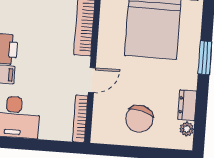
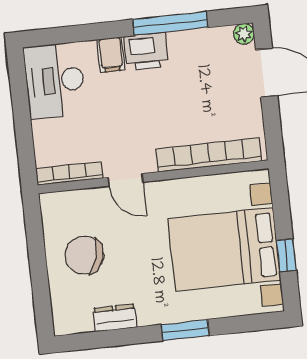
plant: (187, 129) -> (82, 323), removed

